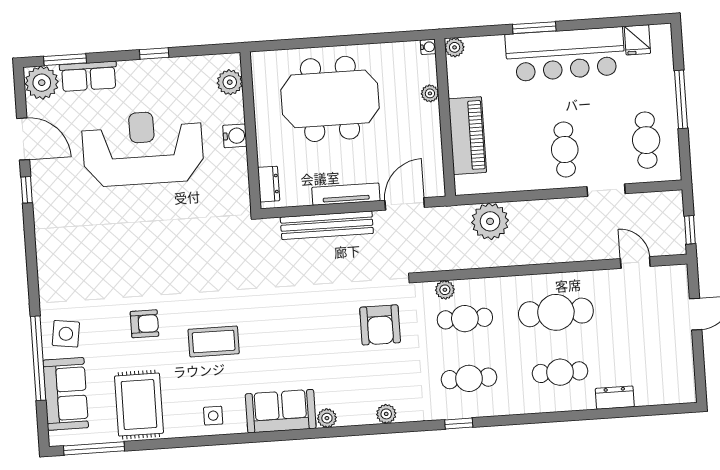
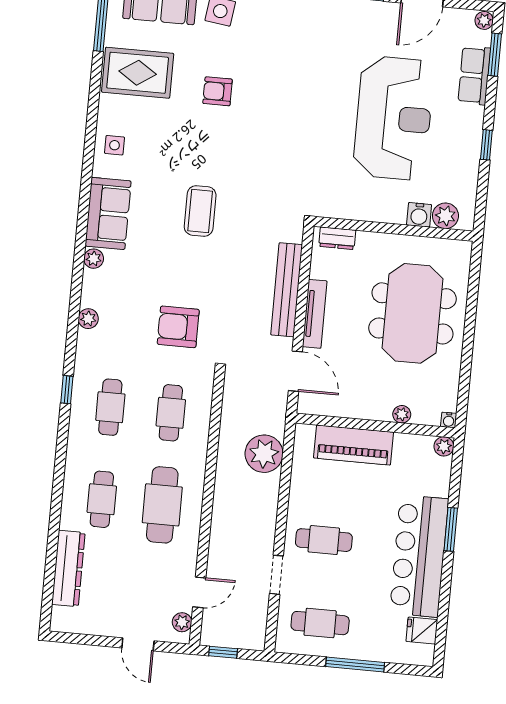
plant: (42, 83) -> (484, 20), width x0.53, depth x0.53
water cooler: (235, 136) -> (419, 215), moved
plant: (445, 290) -> (182, 622), moved
armchair: (144, 324) -> (218, 91), turned 90
coffee table: (214, 341) -> (200, 211), moved
dresser: (615, 398) -> (68, 568), width x1.96, depth x1.24

